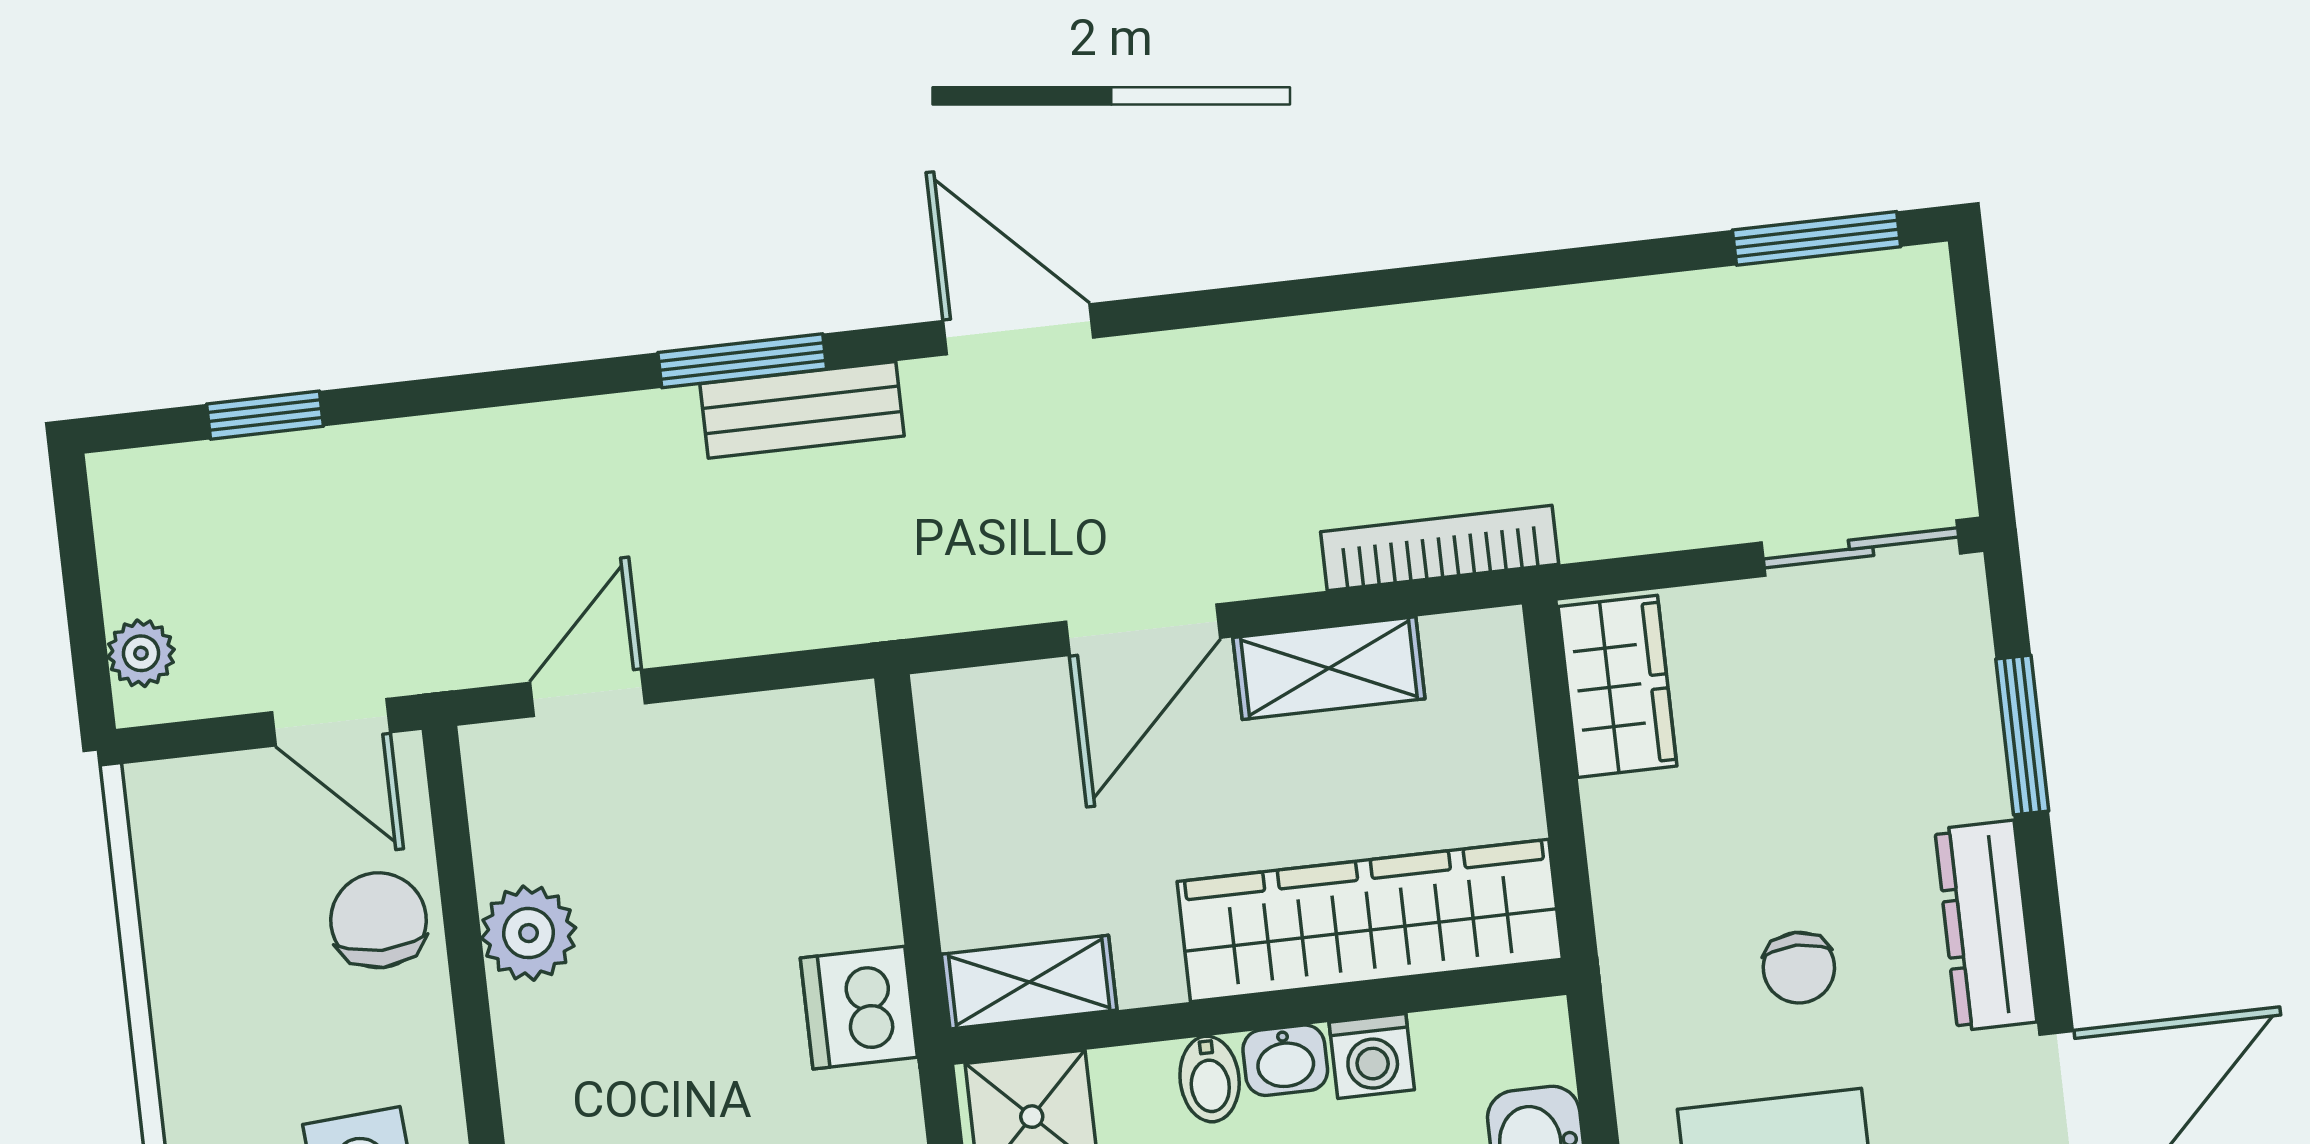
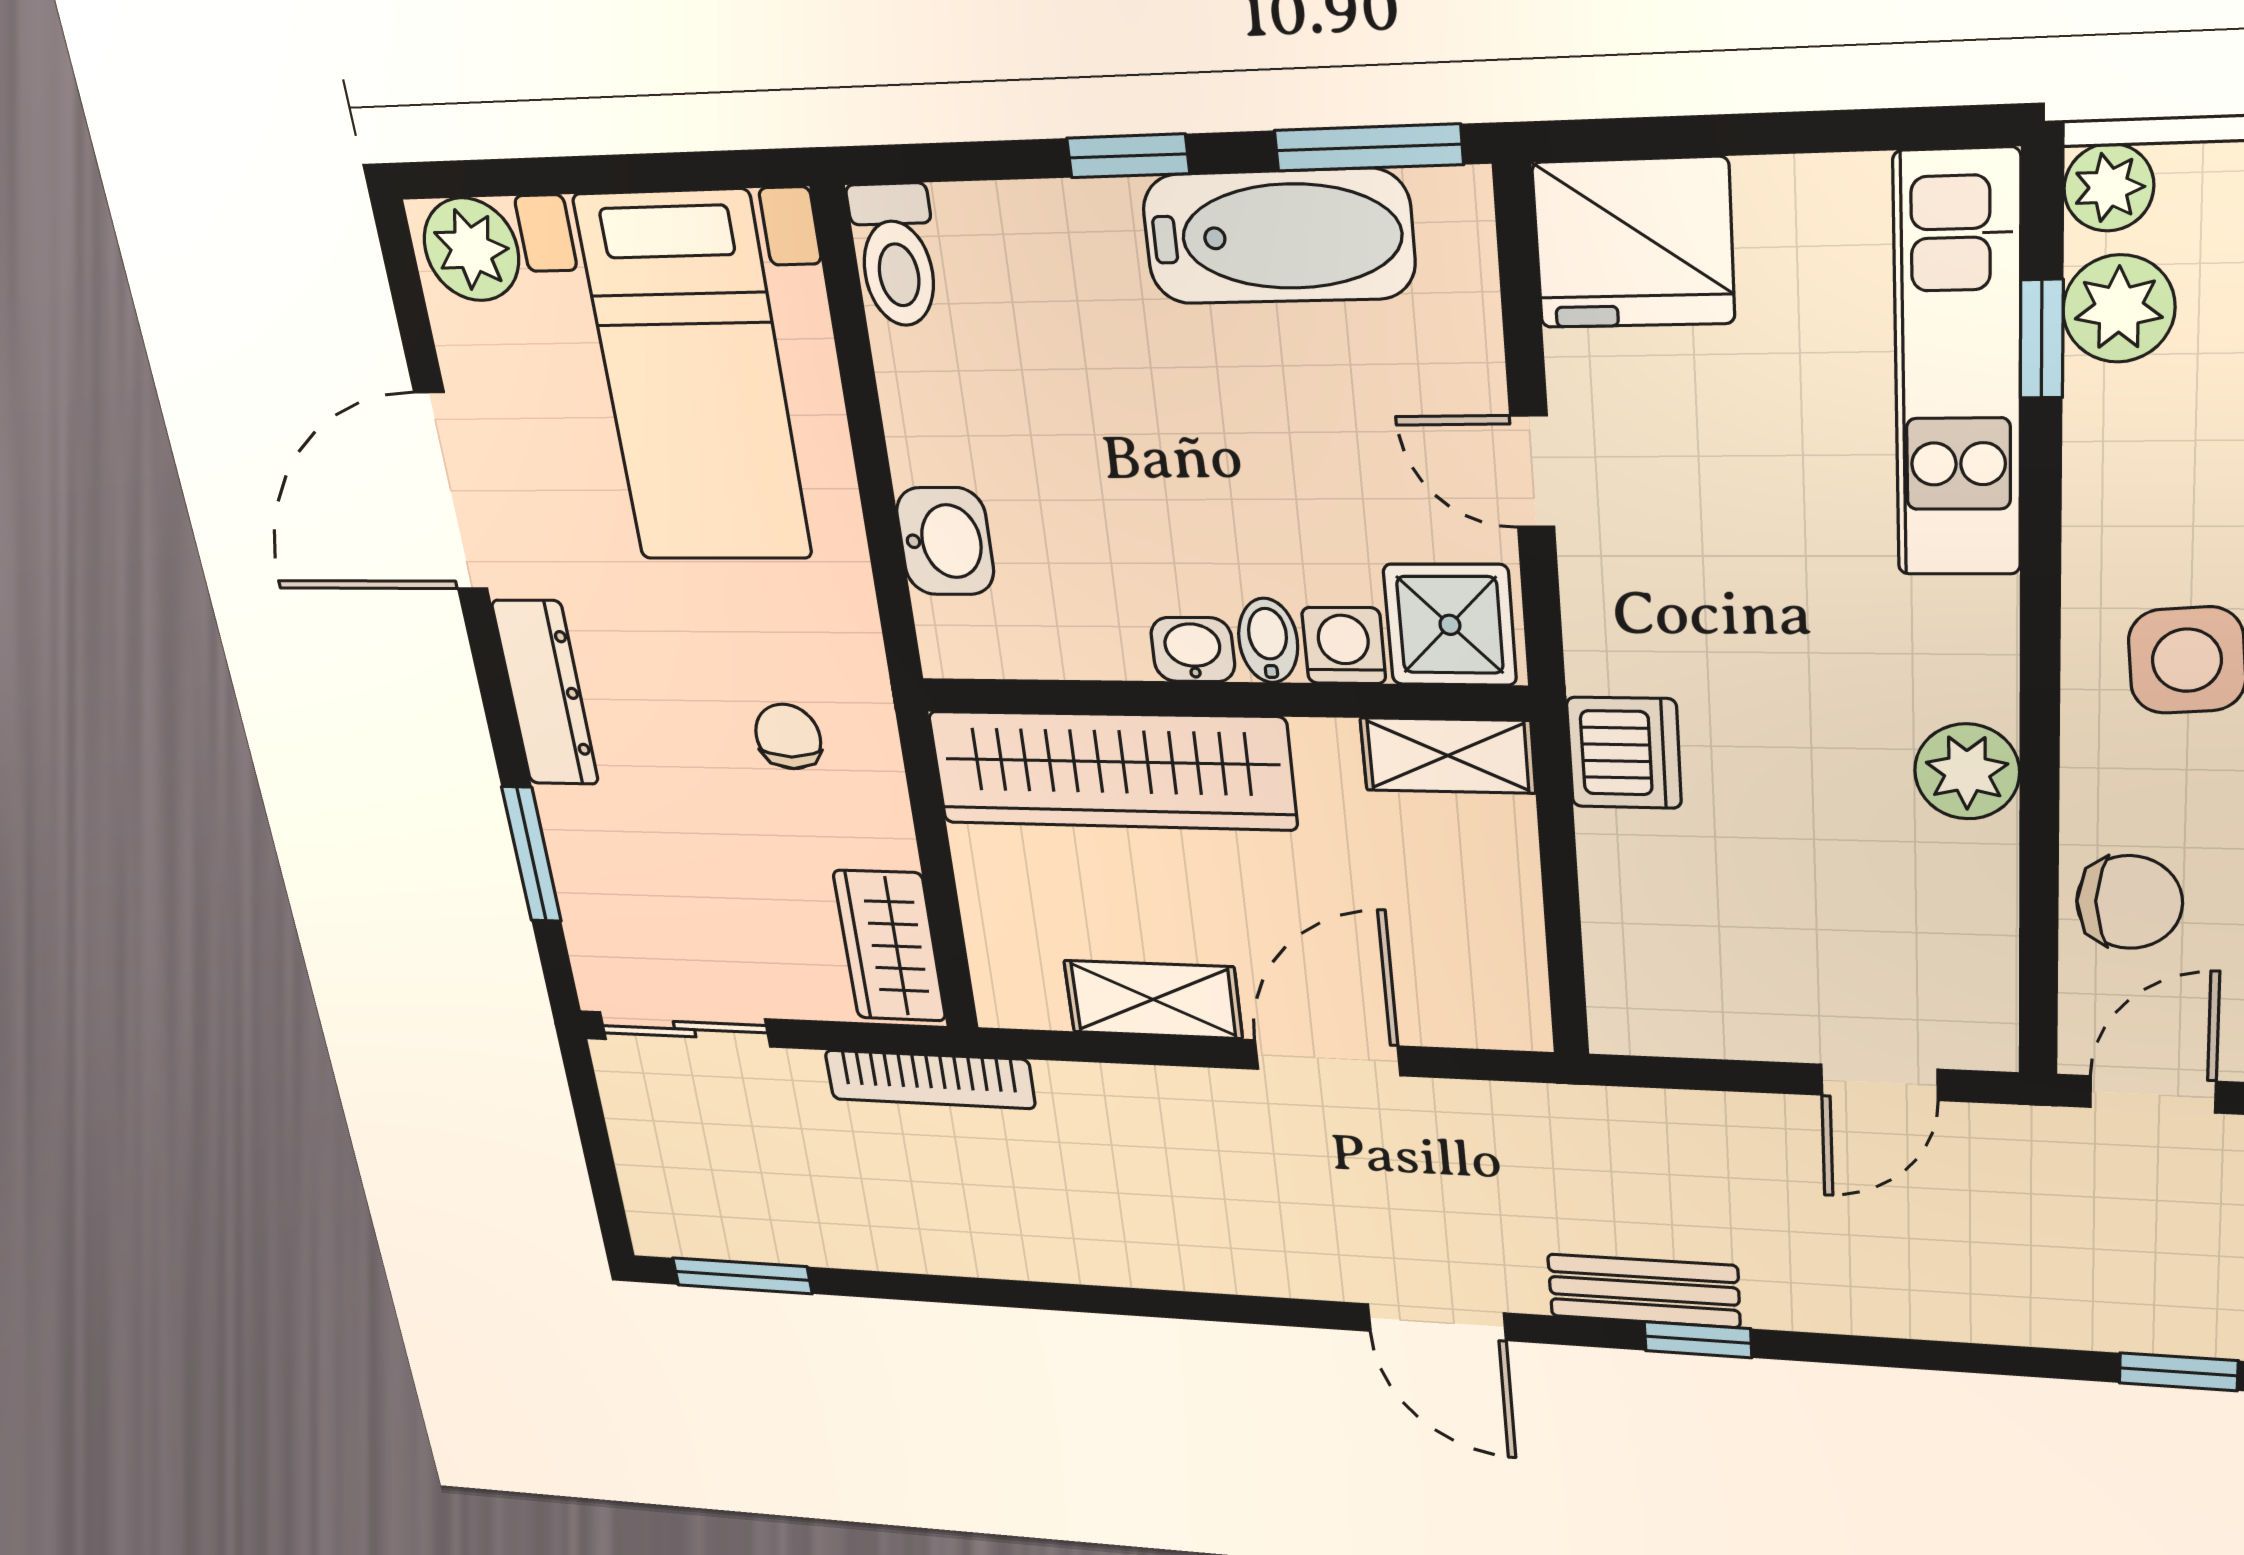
window: (742, 361) -> (1698, 1340), width x0.67
bookcase: (1440, 548) -> (930, 1079), moved
door: (331, 722) -> (2153, 1094), hinge flipped
chair: (379, 920) -> (2129, 902), turned -90
plant: (529, 933) -> (1967, 772), moved
chair: (1799, 968) -> (788, 737), moved
washing machine: (1372, 1056) -> (1344, 646), moved

